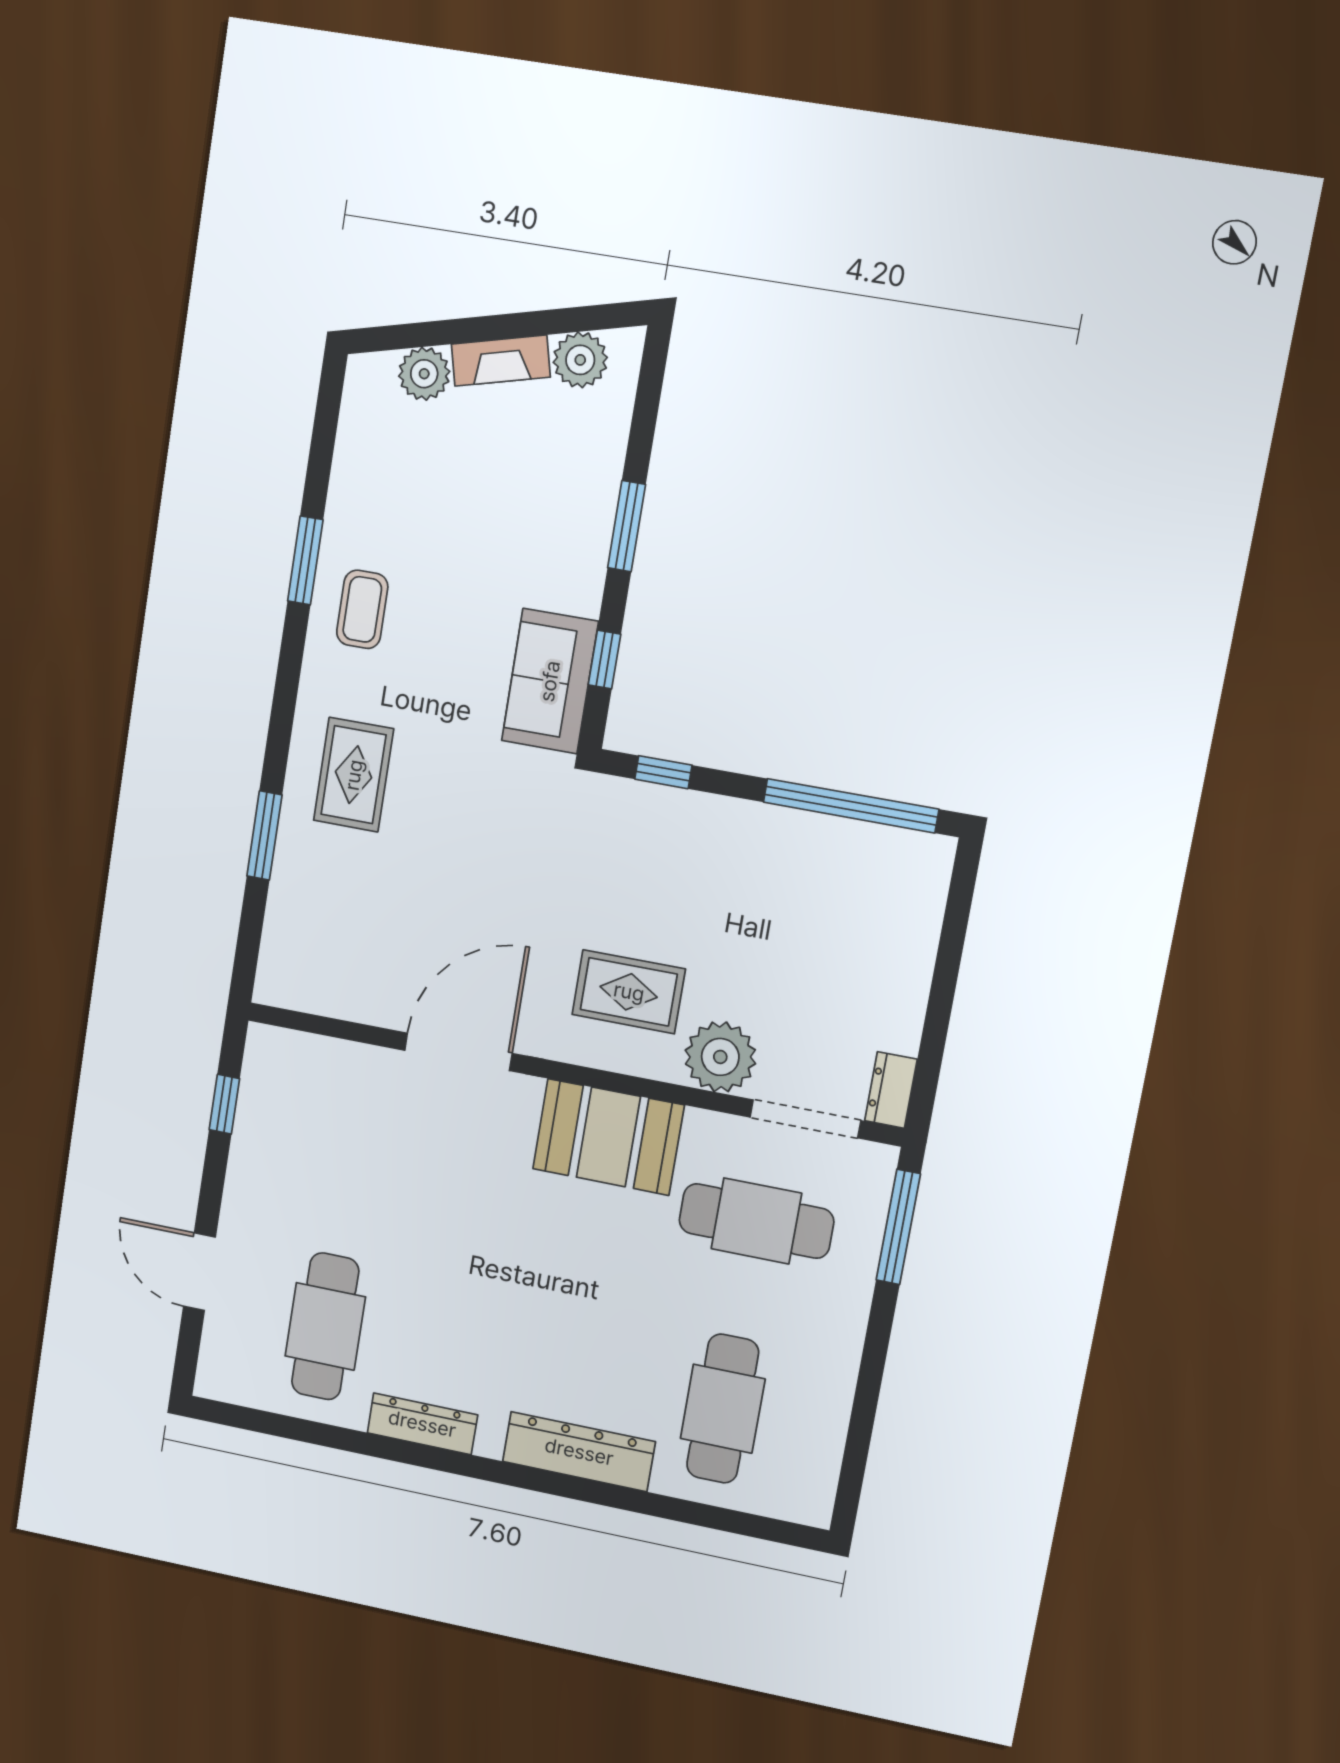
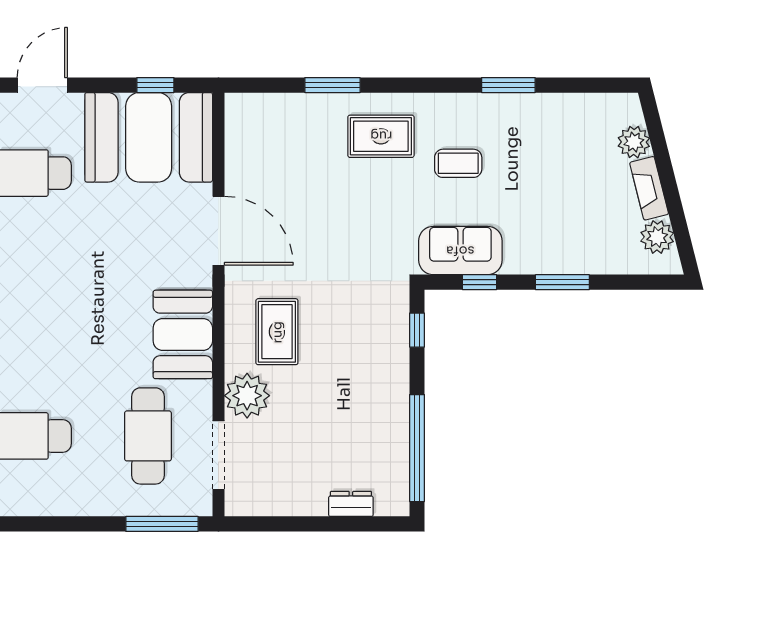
coffee table: (362, 609) -> (458, 163), moved
dresser: (891, 1090) -> (351, 504), moved
booth: (301, 1130) -> (149, 137), added

